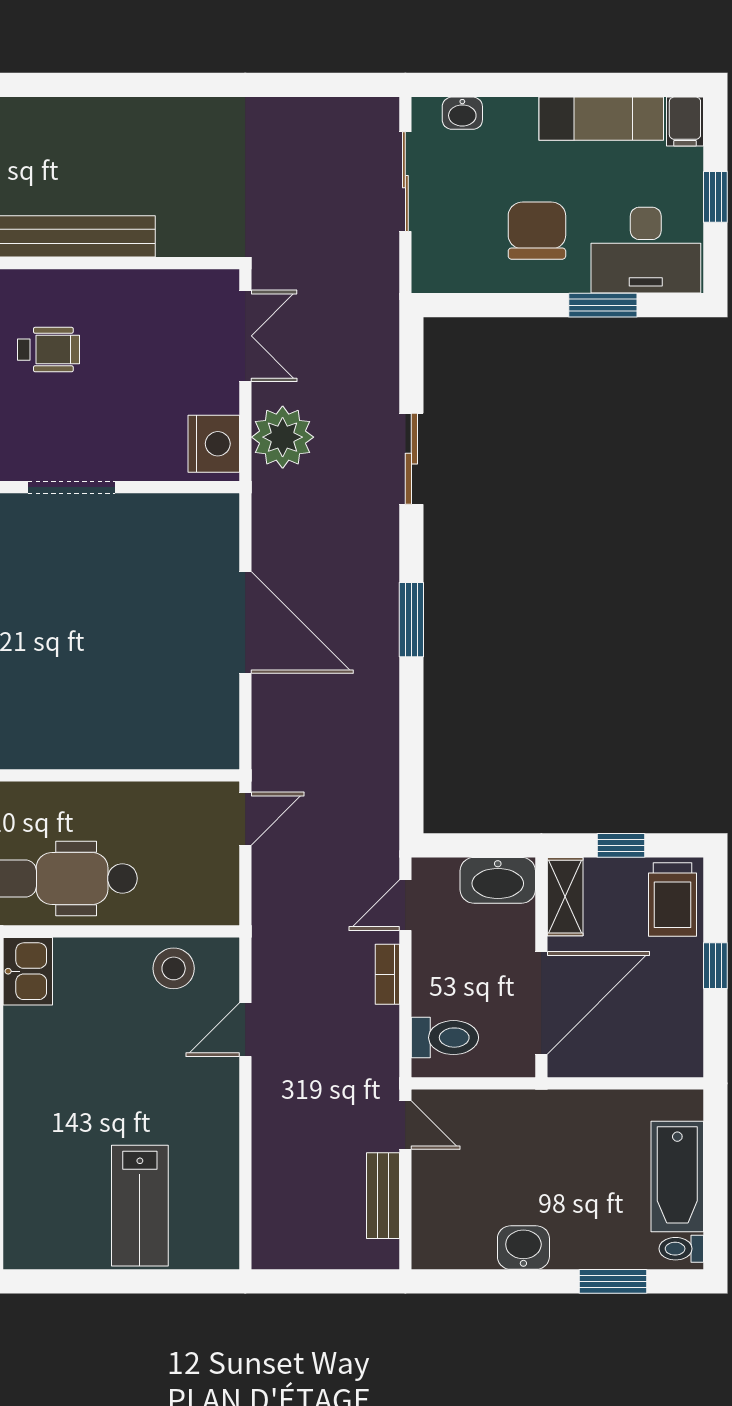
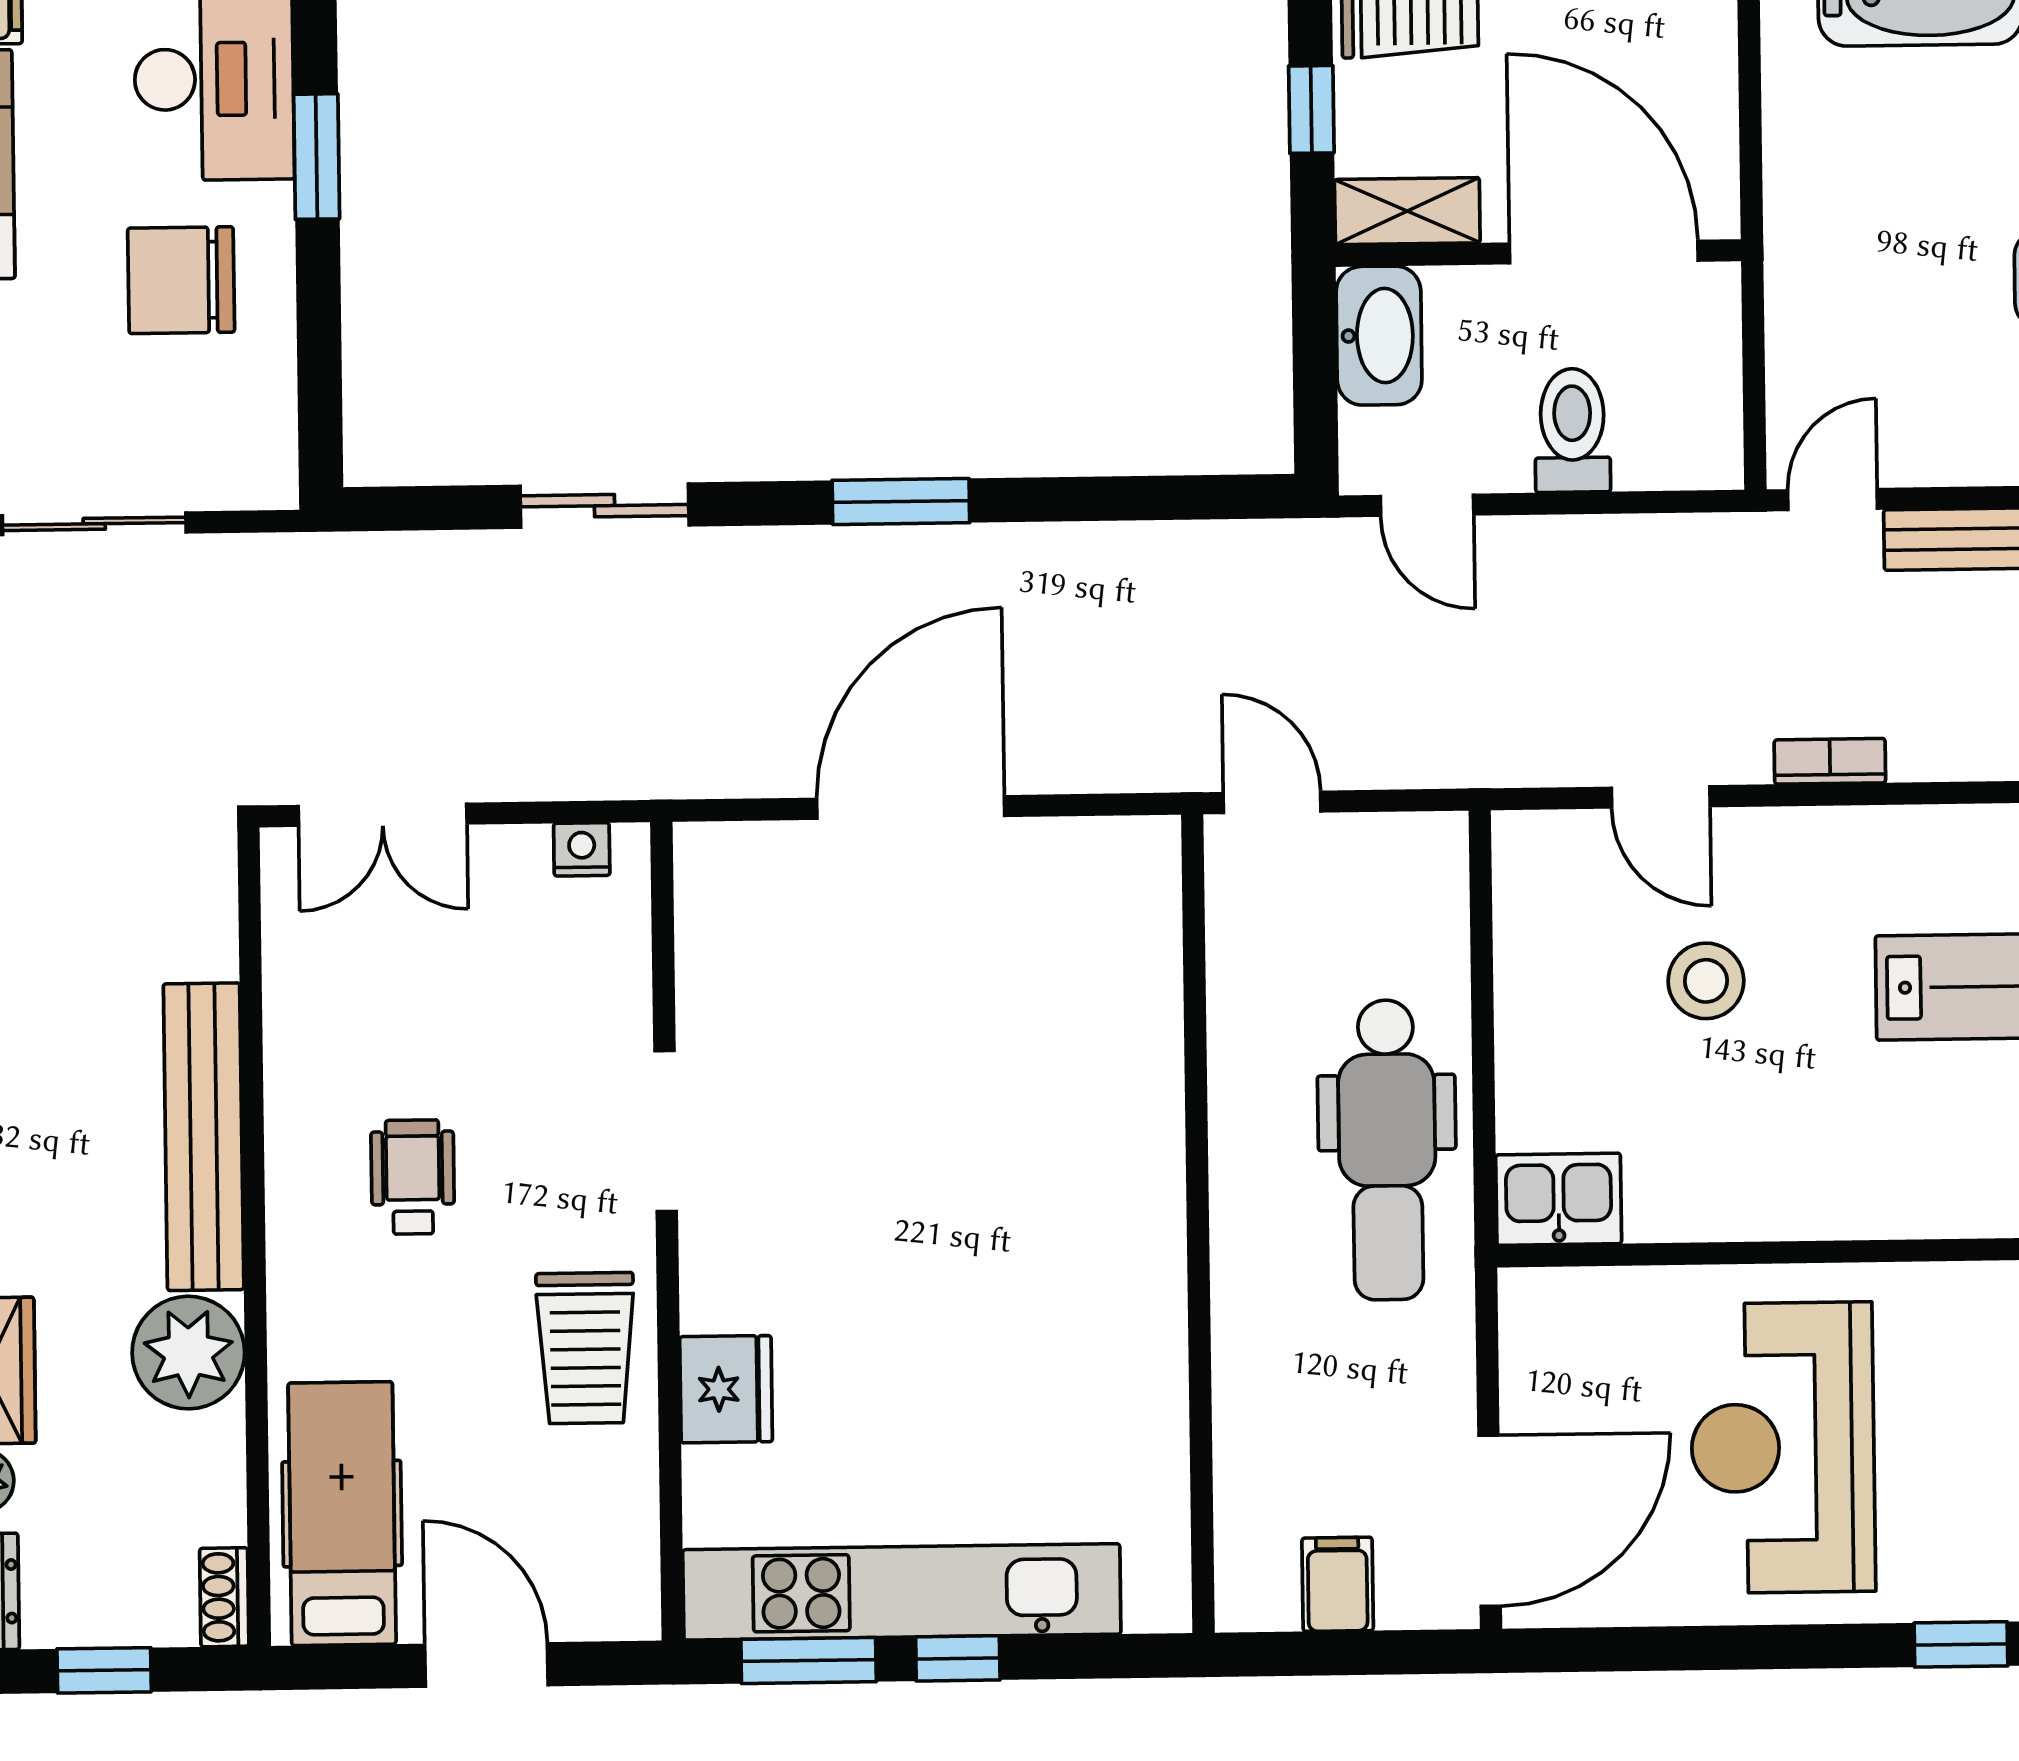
double door: (245, 336) -> (383, 815), swing flipped
plant: (283, 437) -> (568, 744), removed
nightstand: (214, 444) -> (582, 849), width x0.53, depth x0.56
stool: (174, 968) -> (1706, 981), moved
bookcase: (387, 974) -> (1830, 761), moved, turned 180
toilet: (445, 1038) -> (1572, 430), moved

